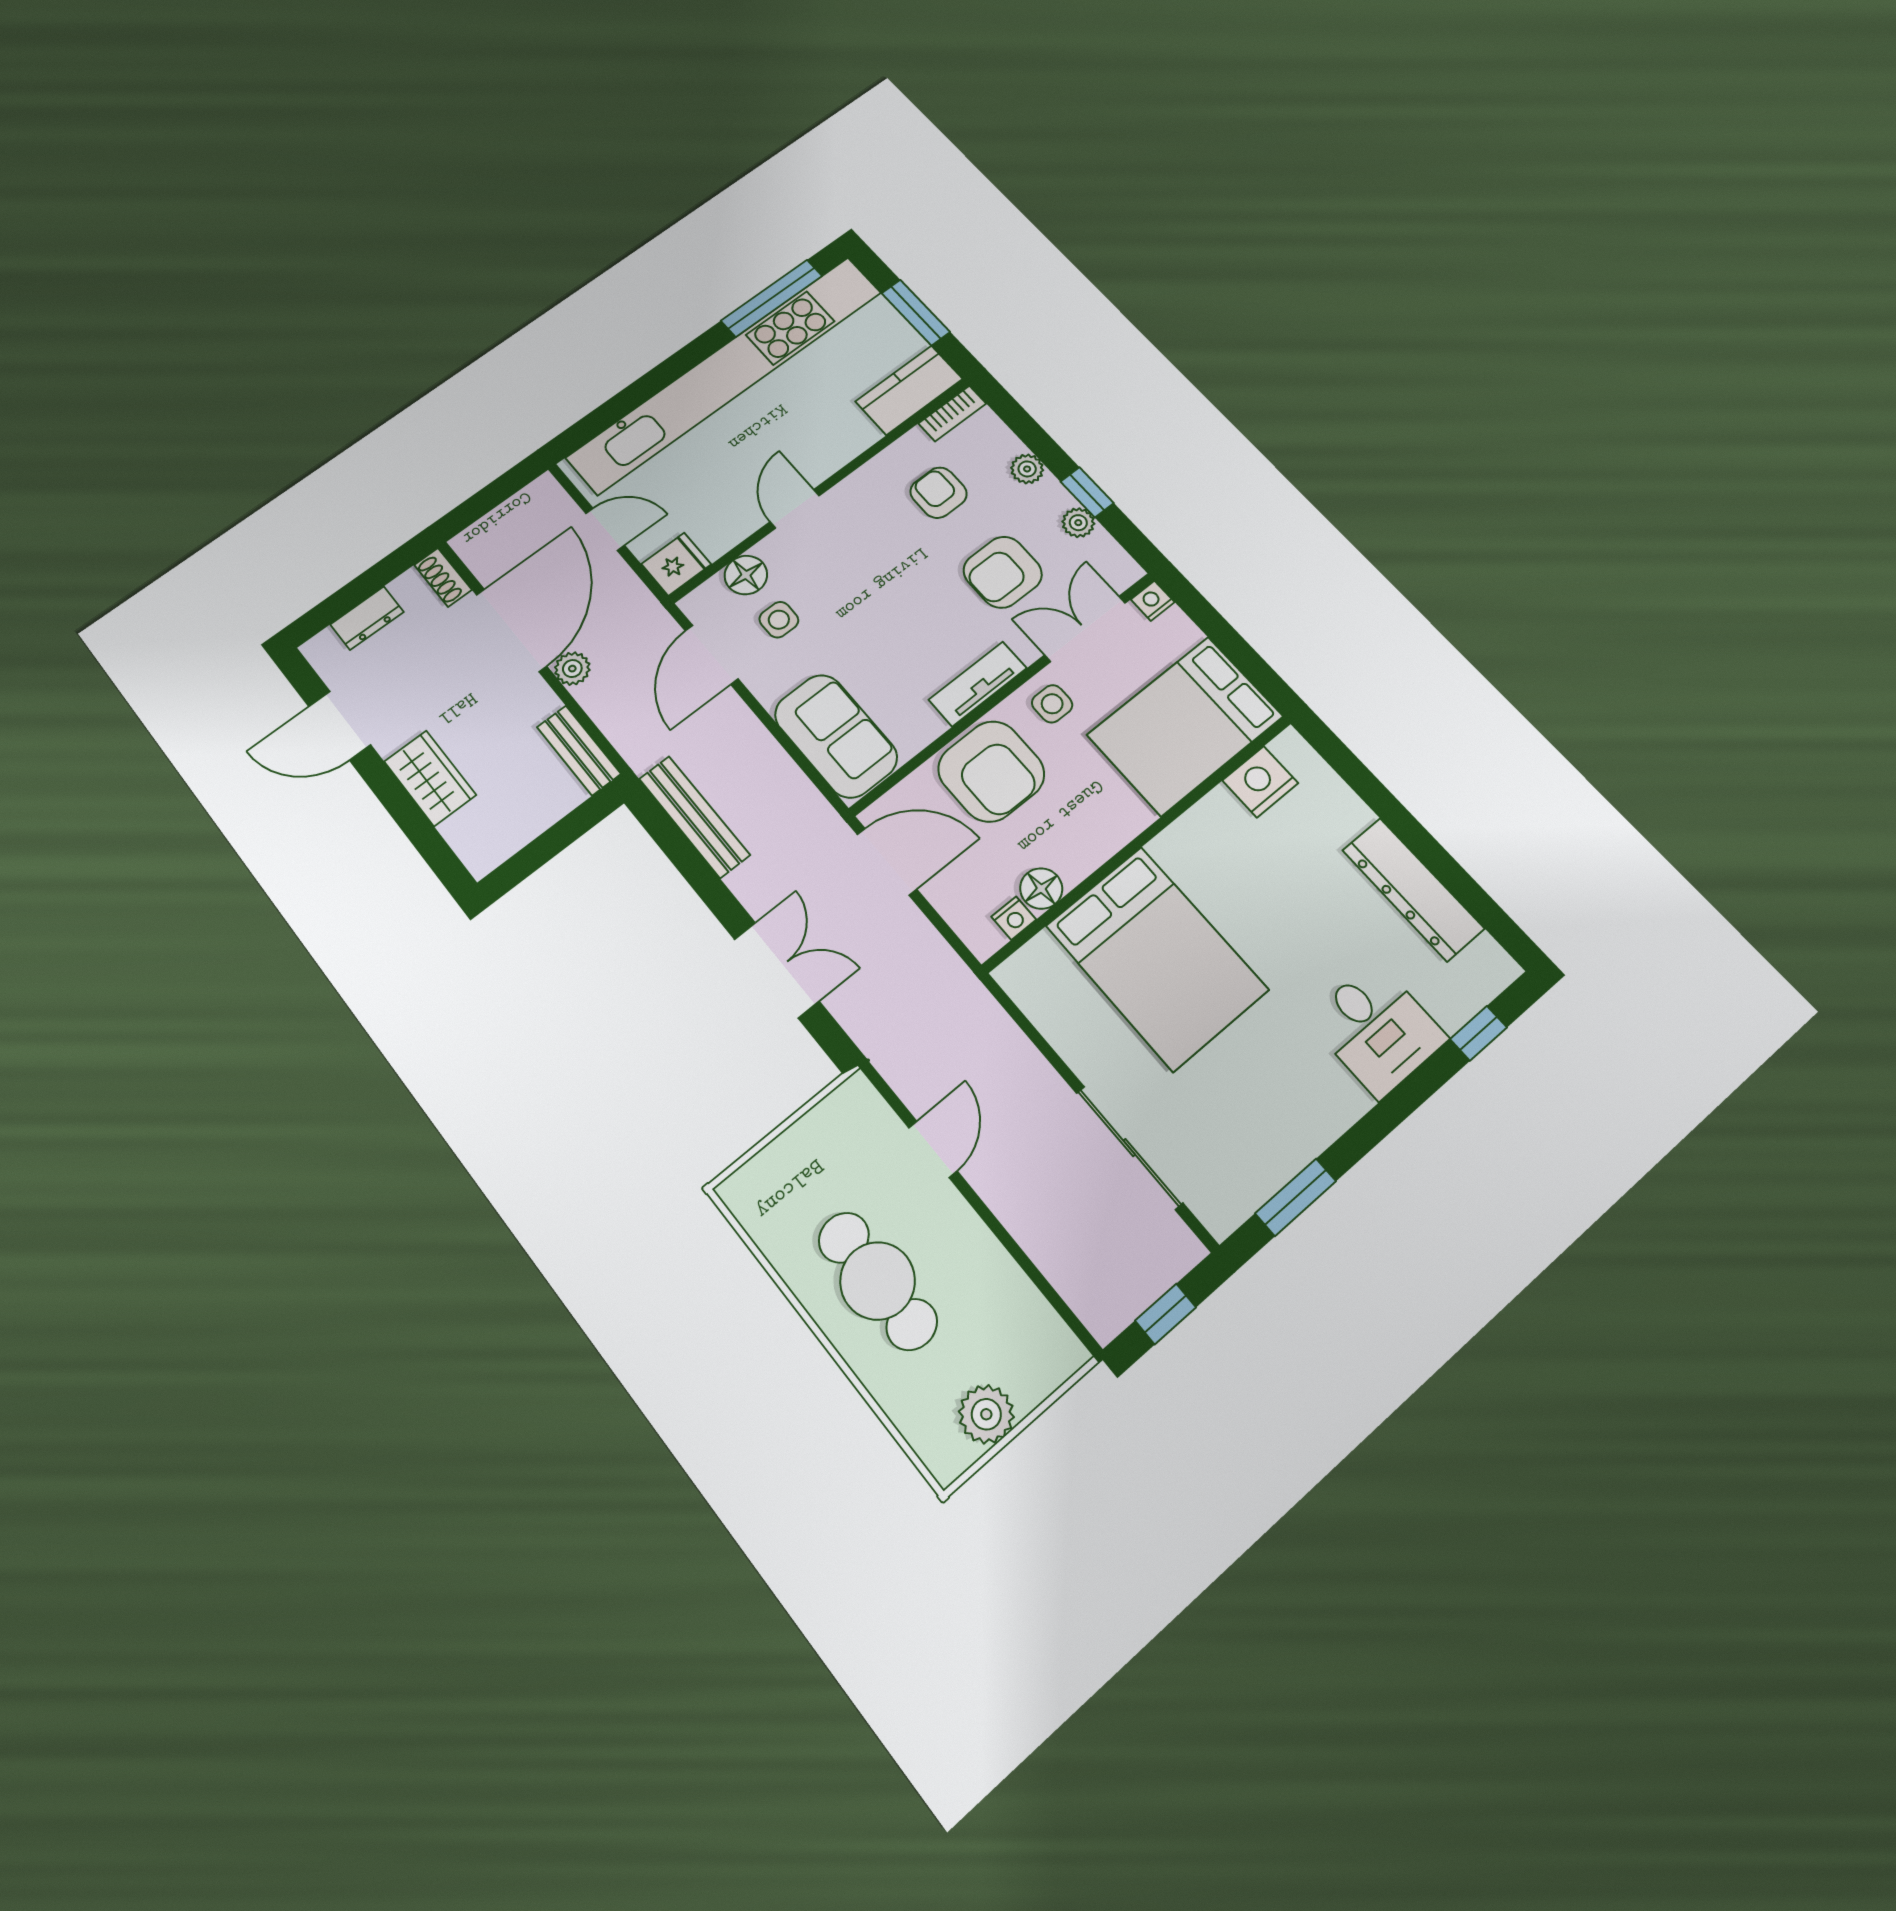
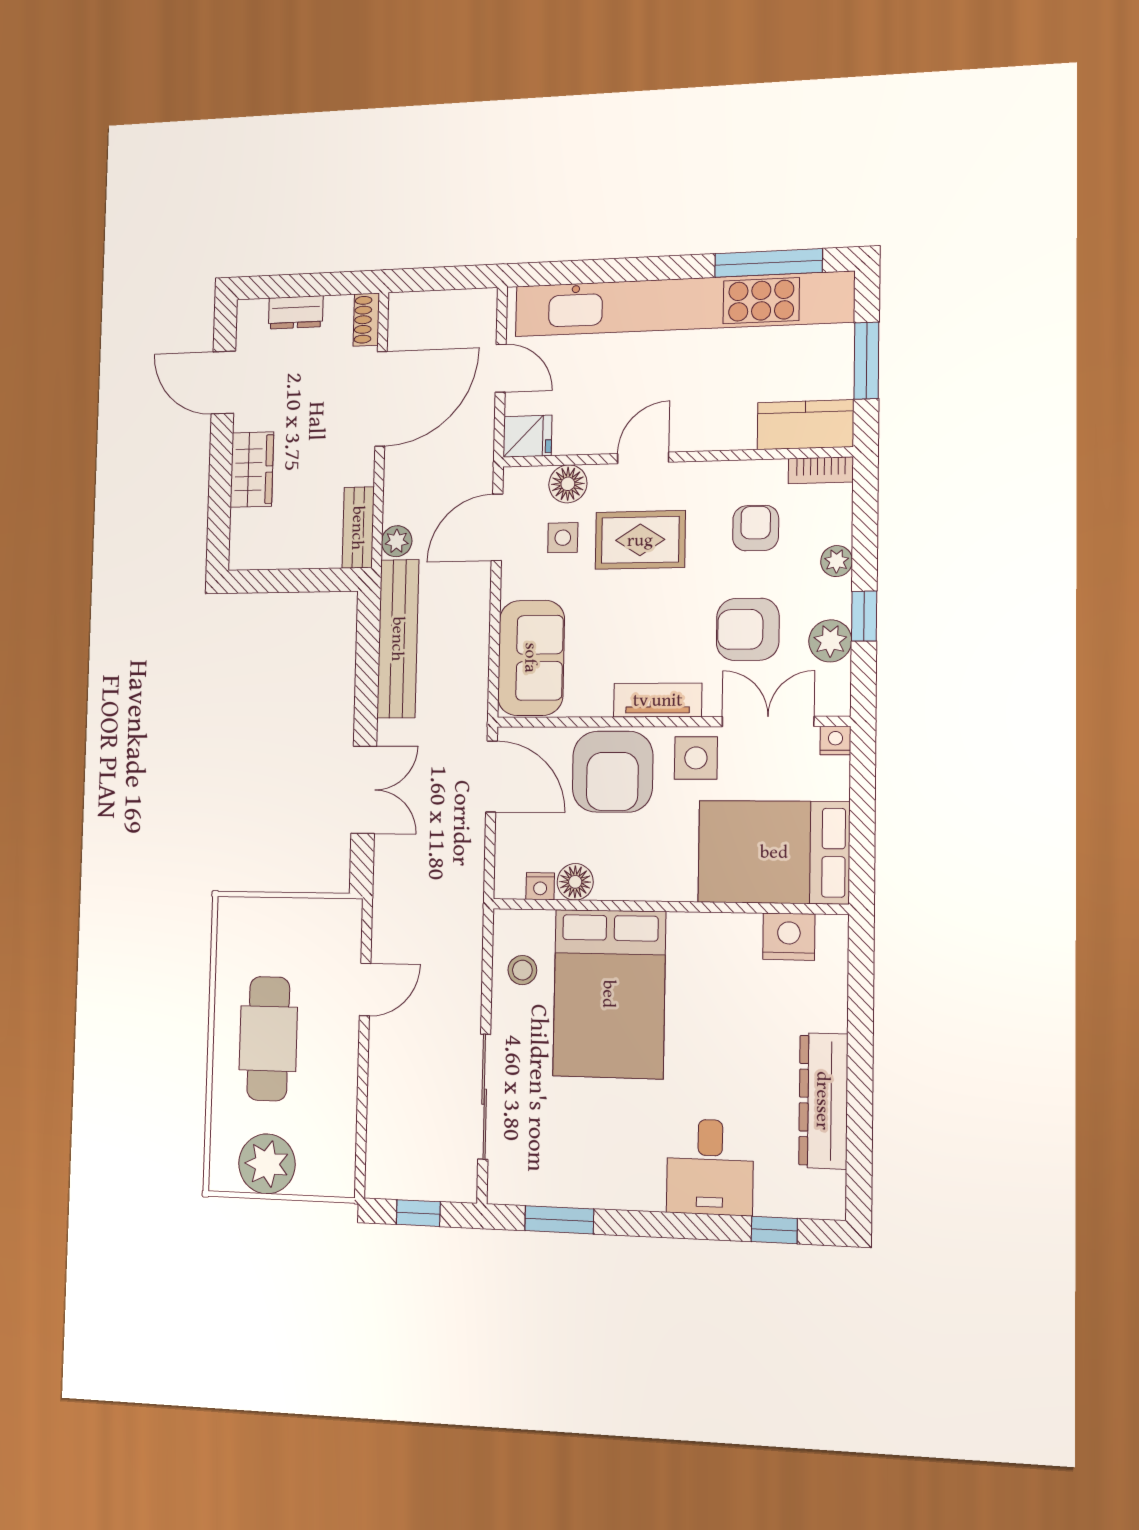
plant: (1078, 523) -> (830, 641), width x1.38, depth x1.38
rug: (849, 572) -> (640, 540), added
plant: (572, 669) -> (397, 541), moved
side table: (1052, 704) -> (696, 758), width x1.37, depth x1.37
bench: (694, 817) -> (398, 639), width x1.37, depth x1.21
stool: (1063, 1004) -> (522, 970), added
plant: (986, 1414) -> (267, 1164), width x1.36, depth x1.36

